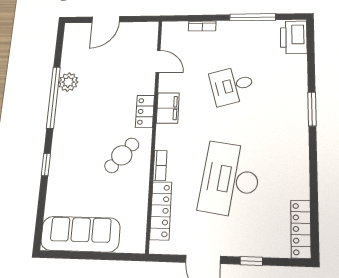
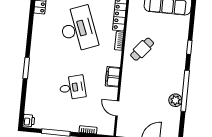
printer: (294, 37) -> (29, 121), width x0.53, depth x0.68
locker: (145, 111) -> (127, 76), removed
desk: (230, 180) -> (78, 29), turned -30

